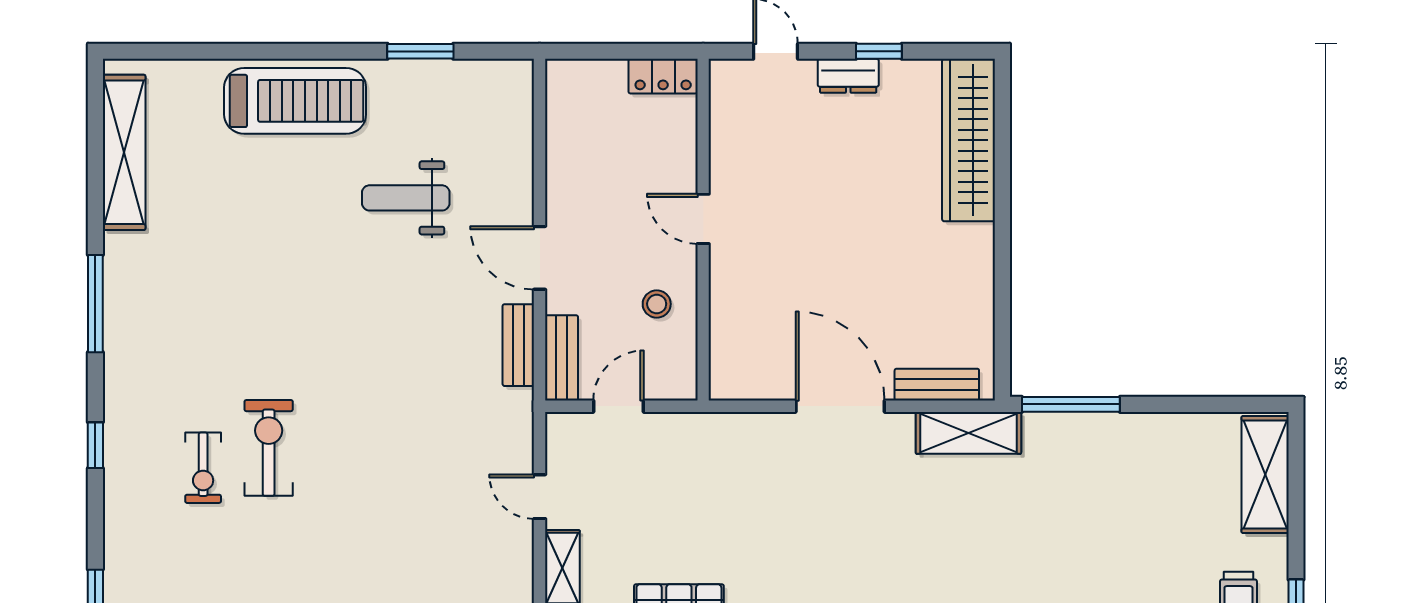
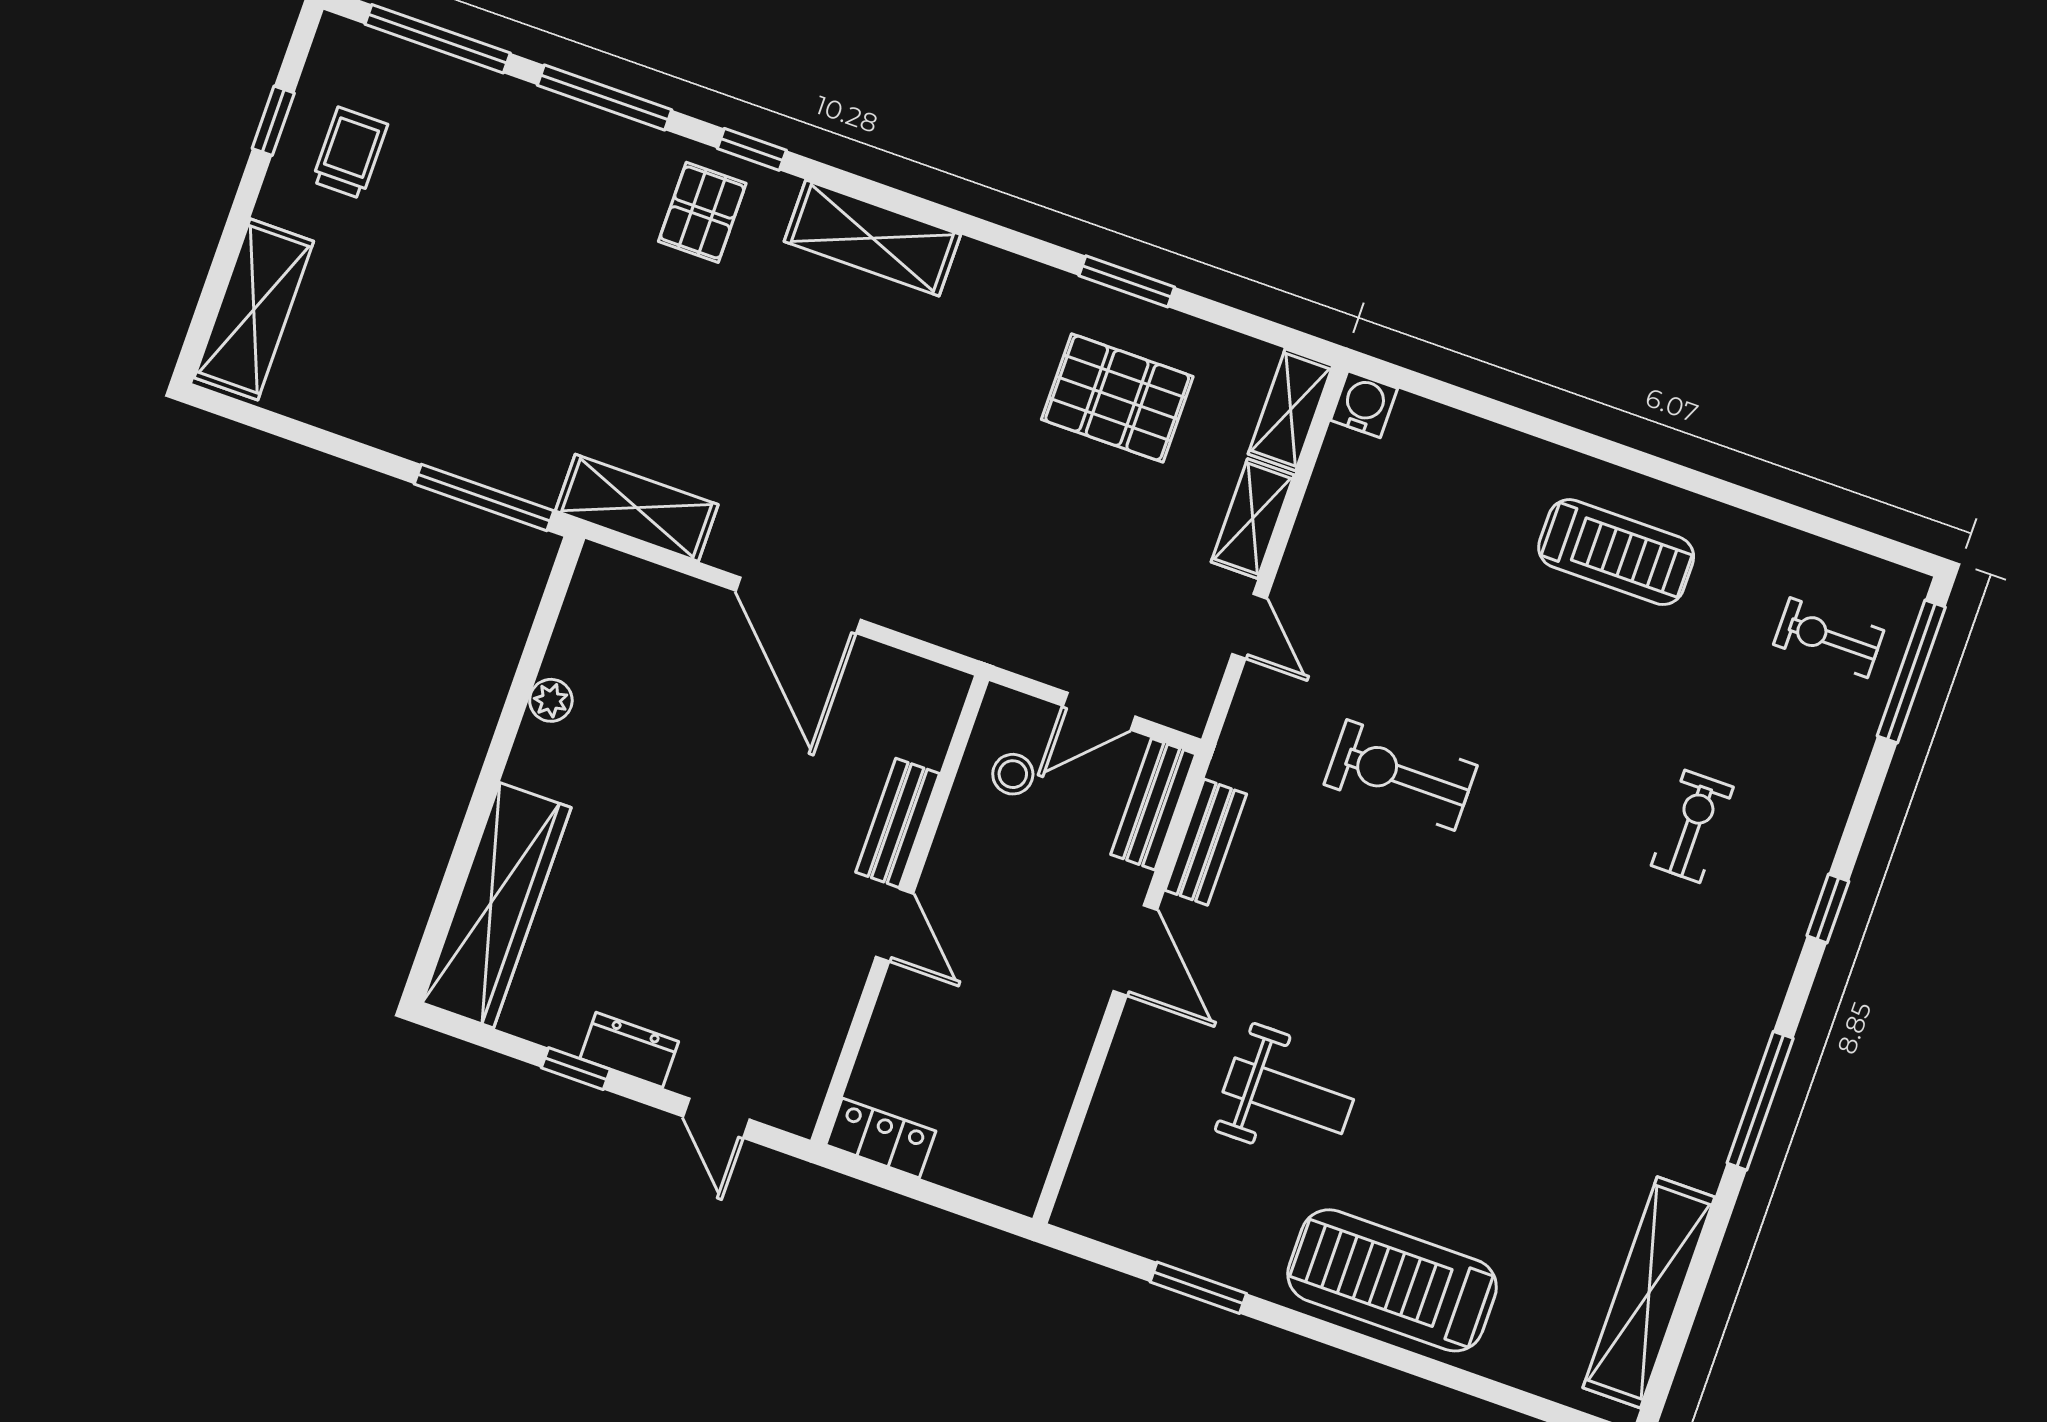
plant: (980, 287) -> (551, 700), added
stool: (657, 304) -> (1013, 774), moved
bench: (937, 385) -> (898, 823), moved, turned 90
exercise bike: (269, 448) -> (1401, 775), moved, turned 90

